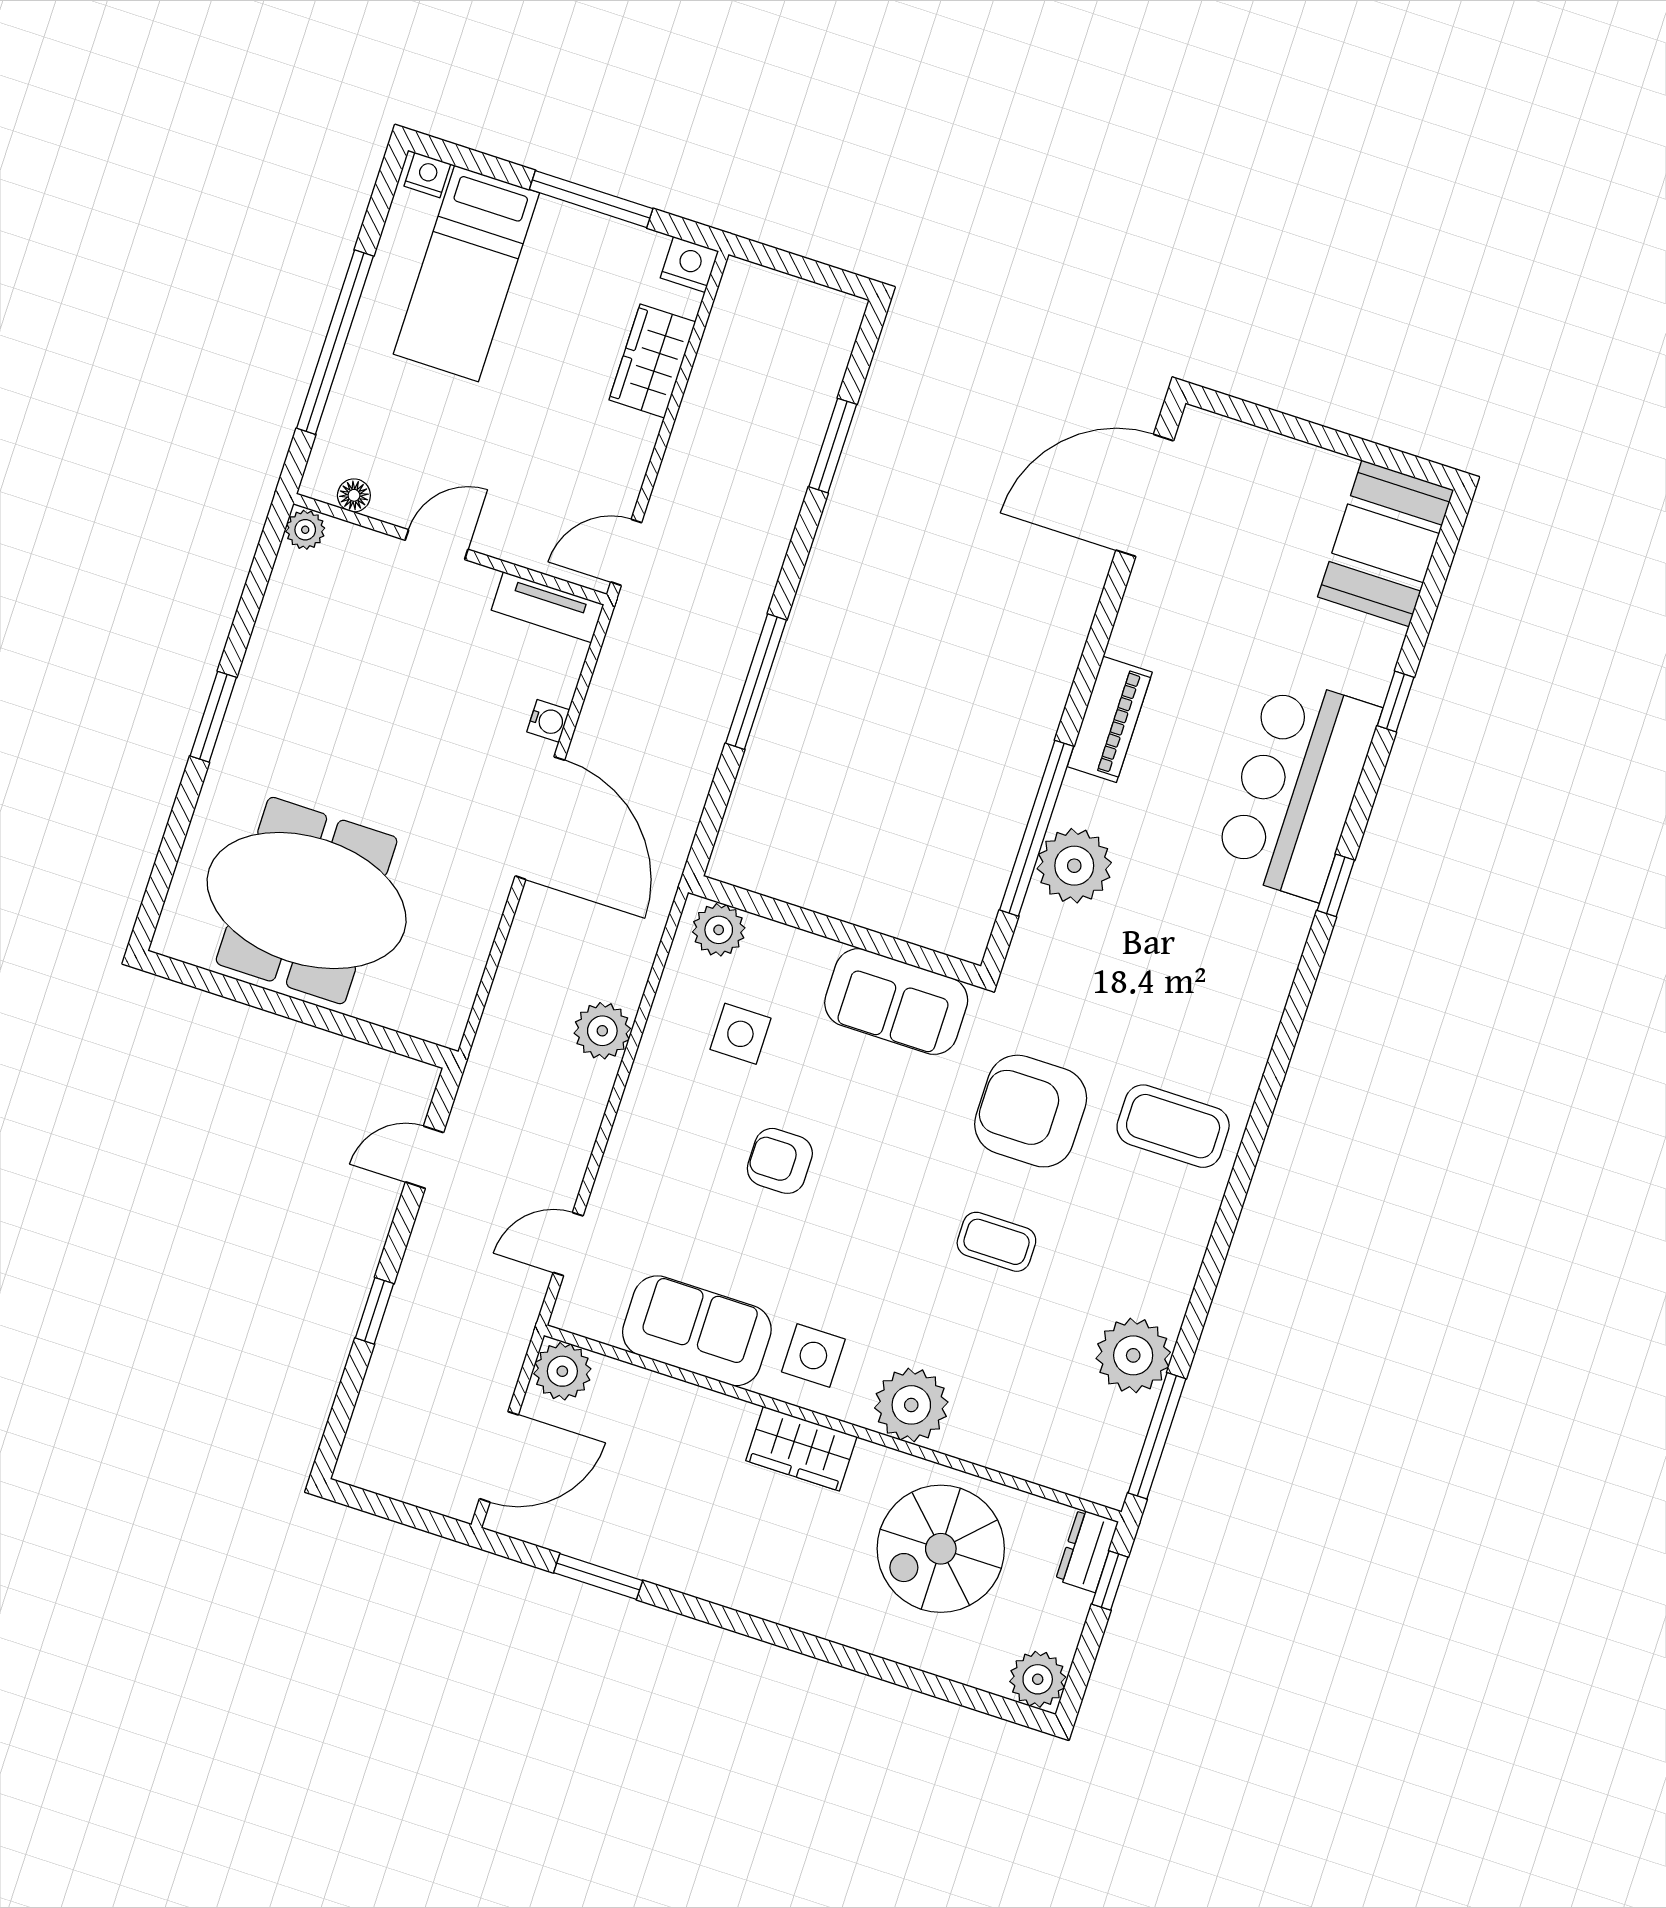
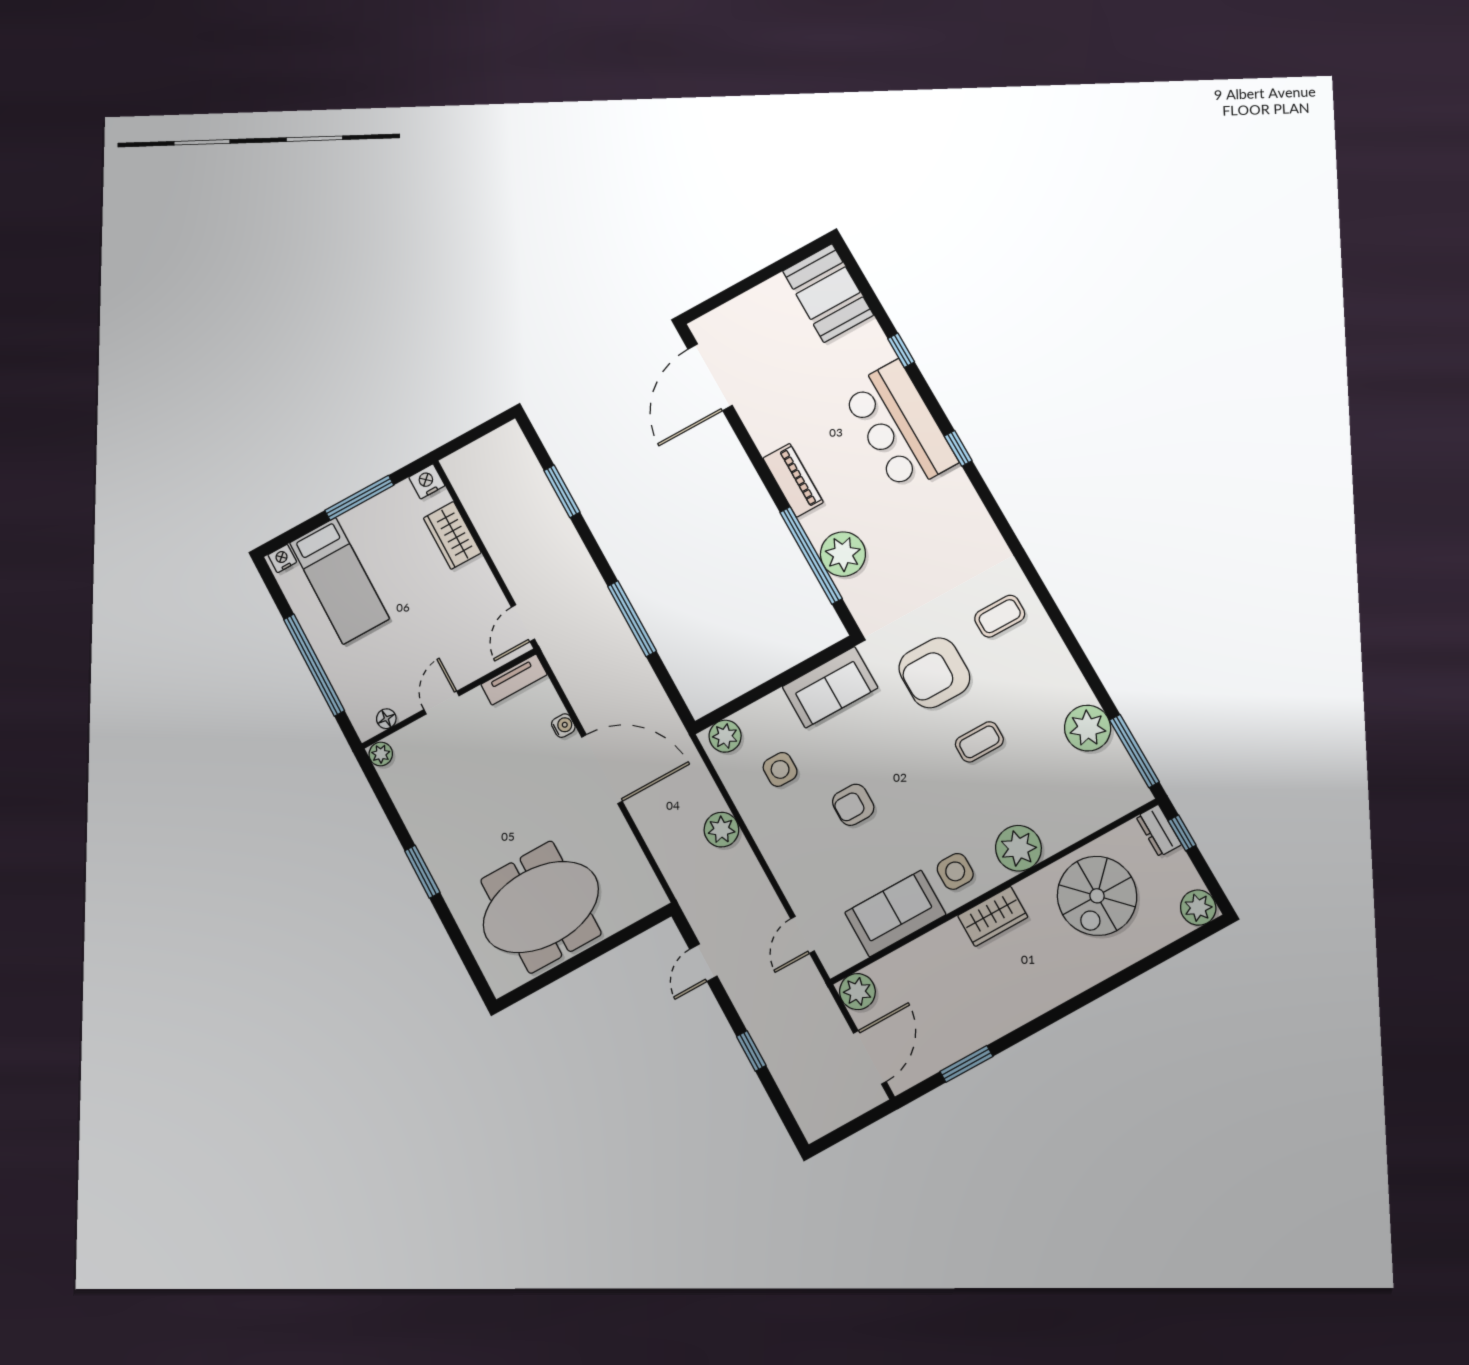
coffee table: (1173, 1126) -> (1000, 616), width x0.73, depth x0.77

